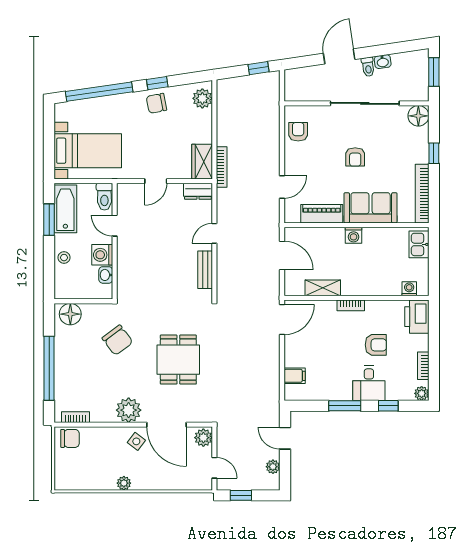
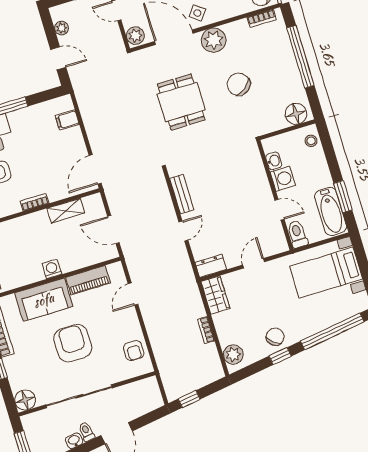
chair: (156, 103) -> (275, 337), turned -39
armchair: (355, 157) -> (73, 343), width x1.88, depth x1.88
bookcase: (222, 167) -> (206, 330), moved, width x0.64
stool: (64, 258) -> (311, 141), moved
chair: (117, 340) -> (239, 84), moved

